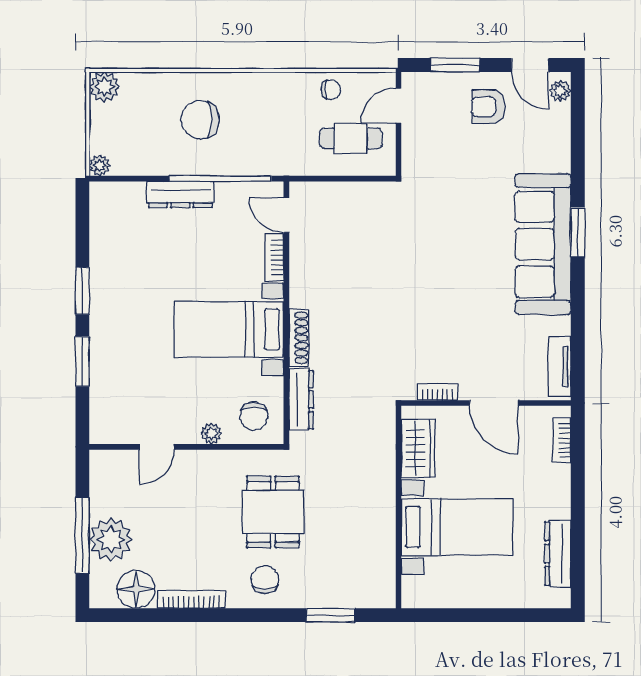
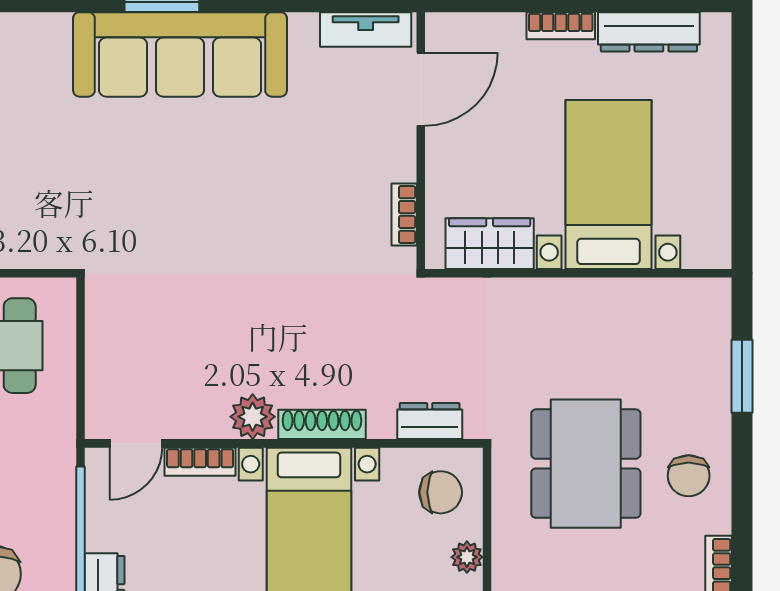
plant: (304, 292) -> (253, 417), added
dresser: (301, 400) -> (430, 421), width x0.70
door: (494, 403) -> (421, 89), moved
bookcase: (562, 440) -> (561, 26), moved
dining table: (273, 512) -> (586, 464), width x1.38
chair: (265, 580) -> (689, 476), turned -89

